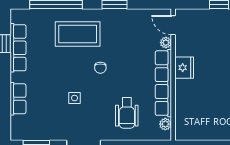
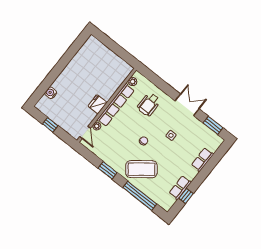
coffee table: (78, 34) -> (141, 169), turned -38
row of seats: (18, 48) -> (180, 188), width x0.68
wheelchair: (127, 113) -> (149, 104), turned 180

